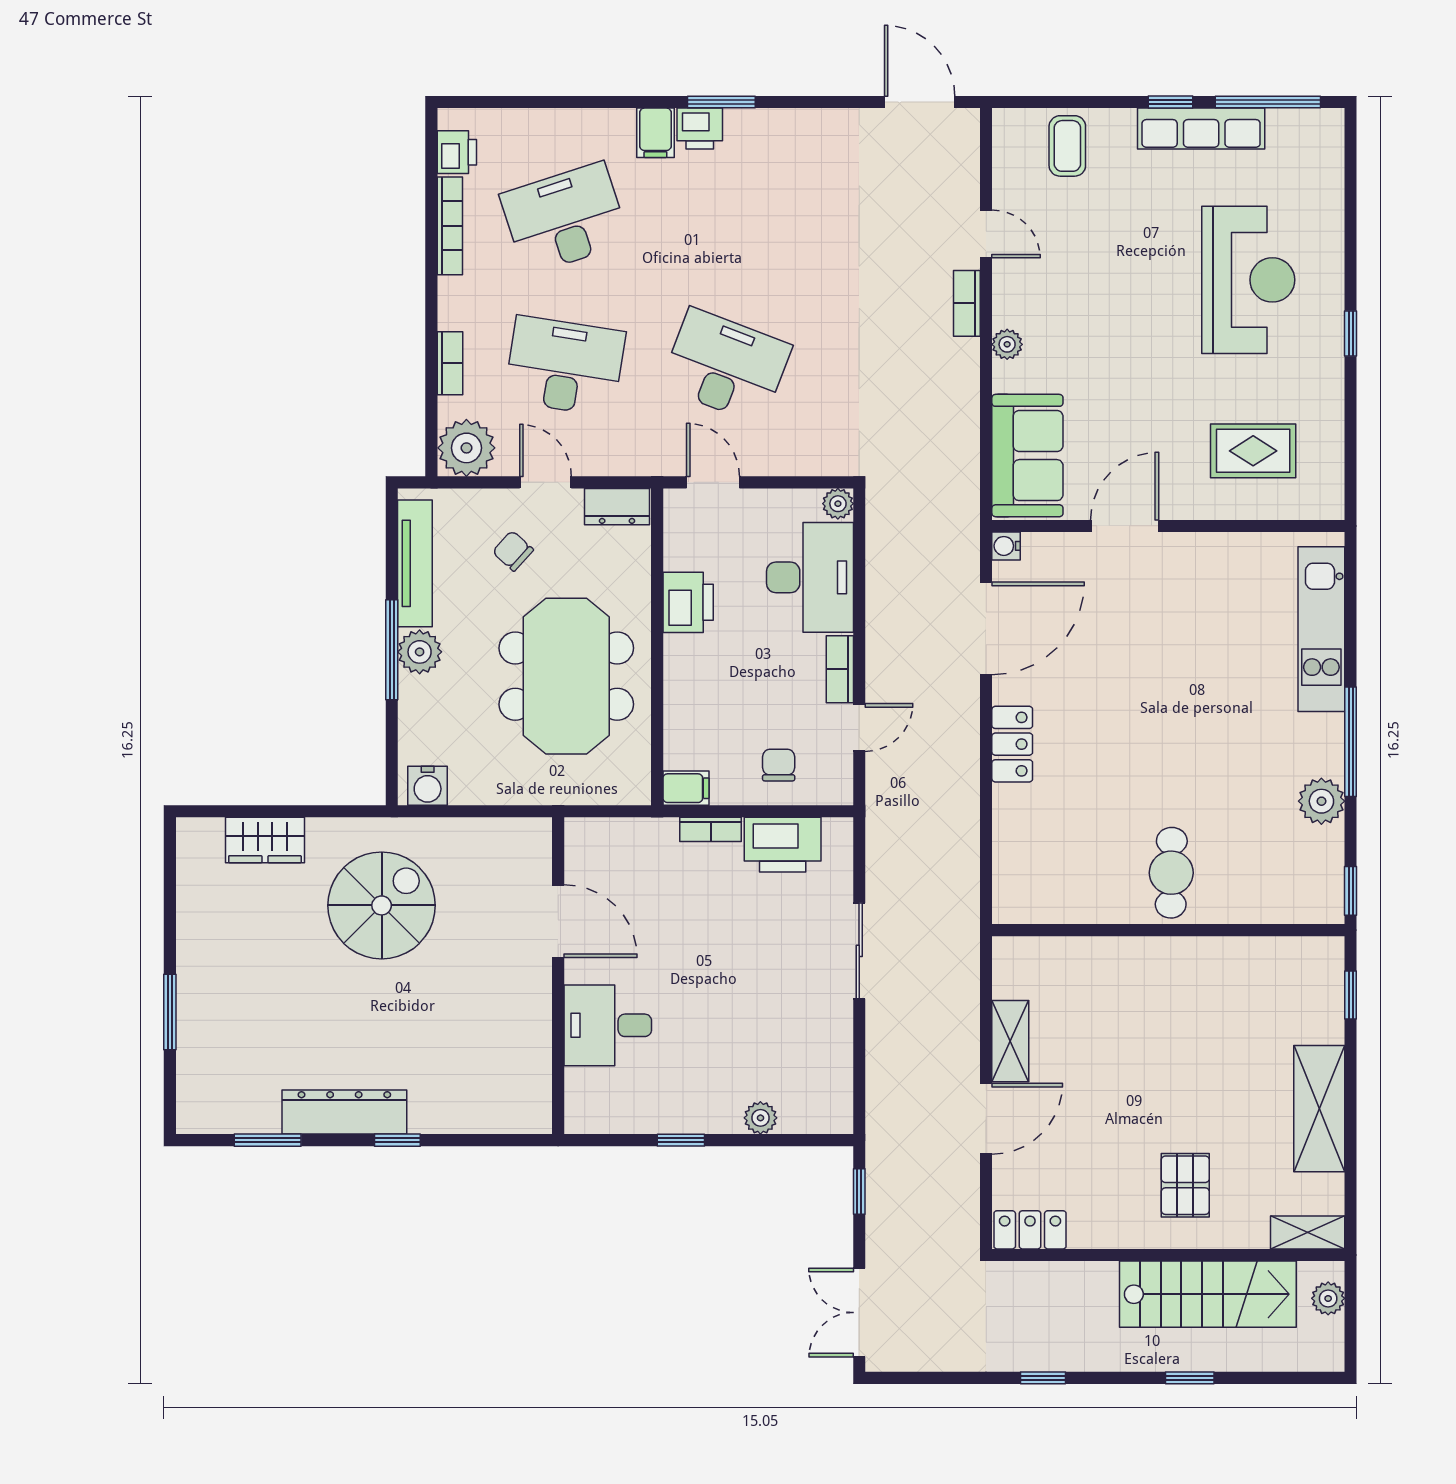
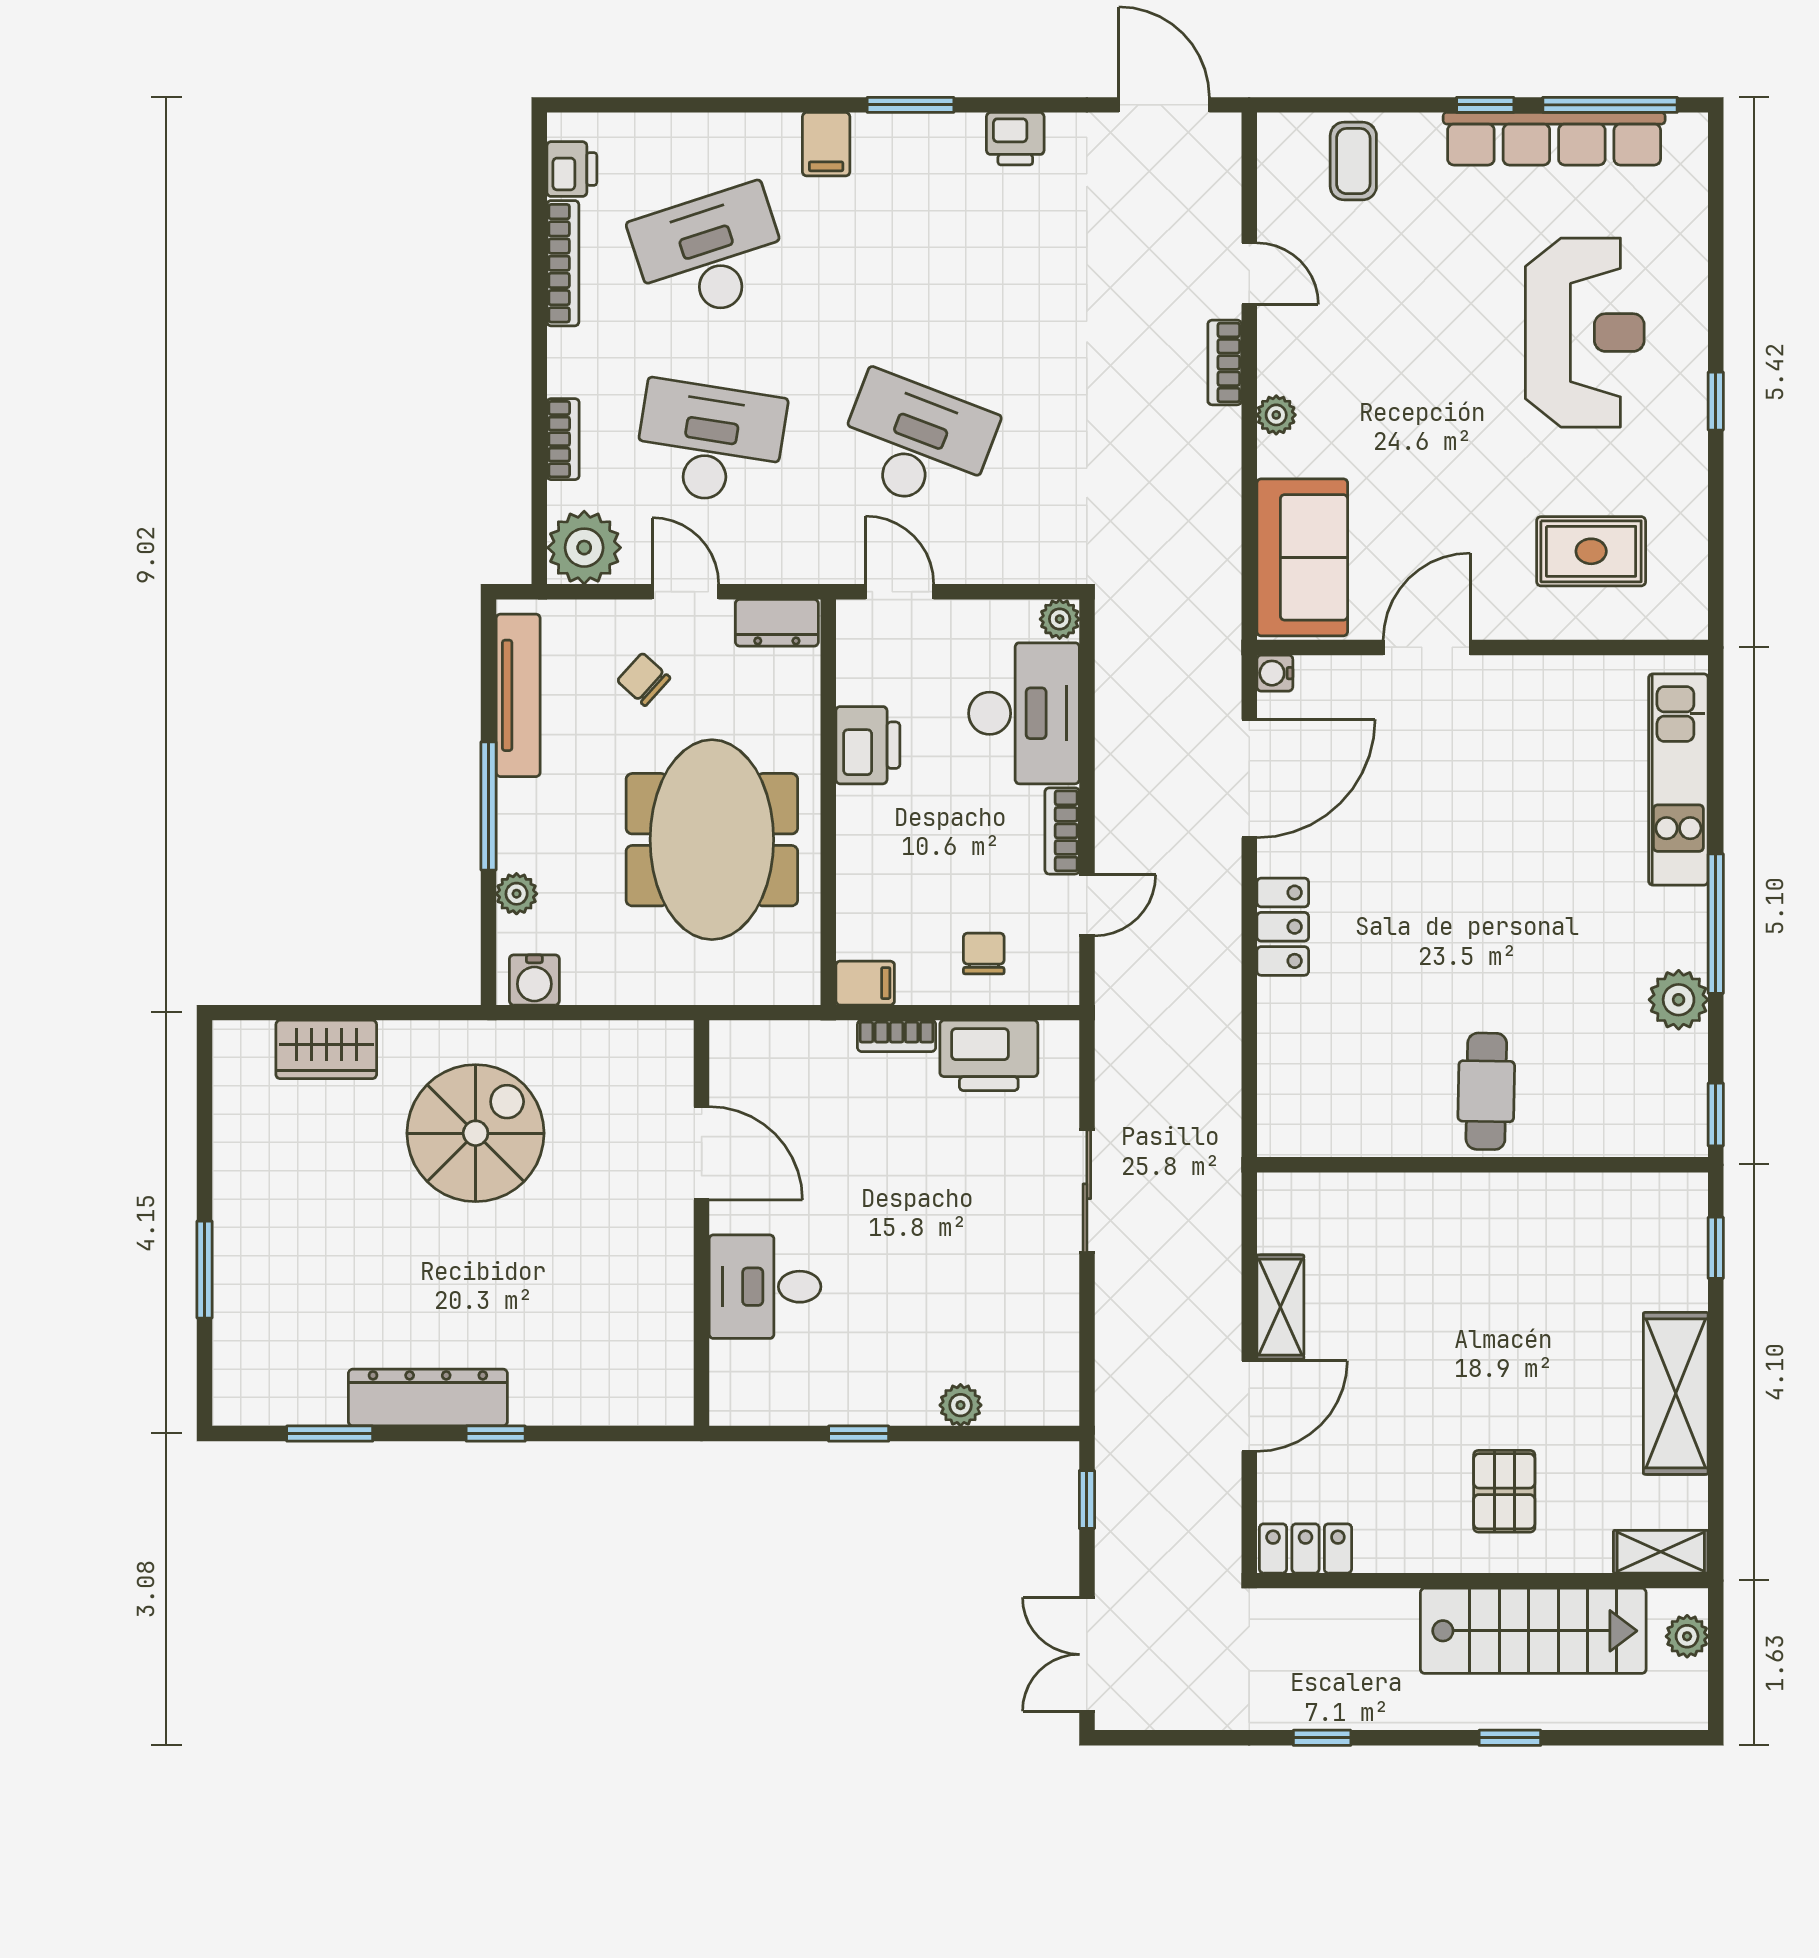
printer: (700, 129) -> (1015, 139), moved
row of seats: (1201, 129) -> (1554, 139), width x1.36
plant: (420, 652) -> (517, 894), moved, width x0.73, depth x0.73

